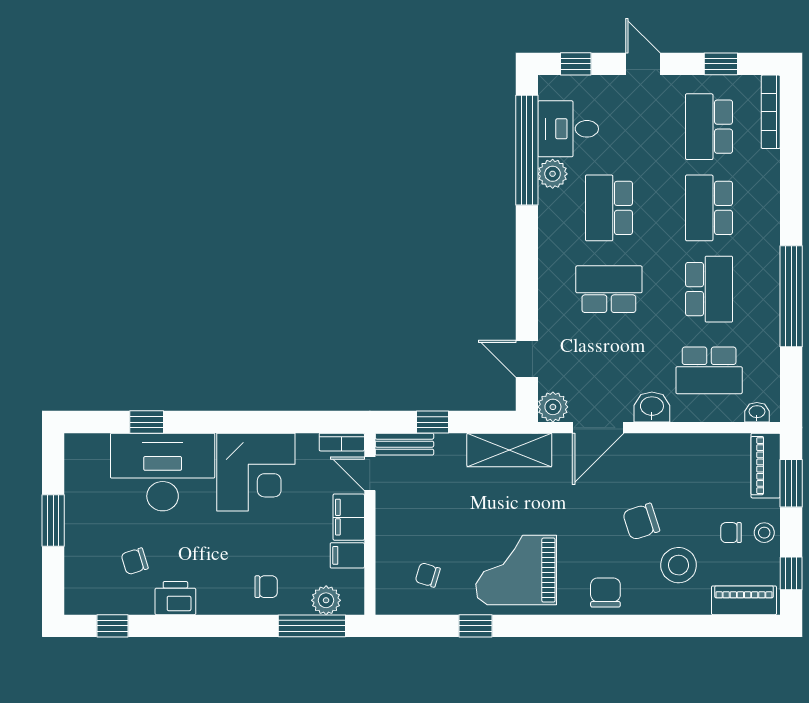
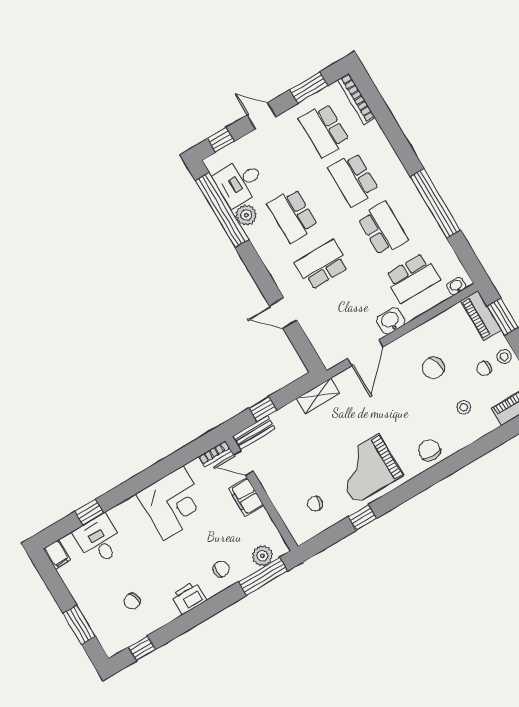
window: (721, 64) -> (309, 88), width x1.50
door: (527, 359) -> (283, 313), moved
plant: (553, 407) -> (331, 356), removed
shelving: (509, 450) -> (318, 396), width x0.67, depth x0.75
desk: (163, 472) -> (99, 540), width x0.53, depth x0.77
window: (53, 521) -> (79, 625), moved
chair: (641, 522) -> (433, 368), moved
filing cabinet: (347, 555) -> (57, 554), moved, turned -90
stool: (679, 565) -> (464, 407), width x0.53, depth x0.53
printer: (175, 598) -> (189, 598), moved

